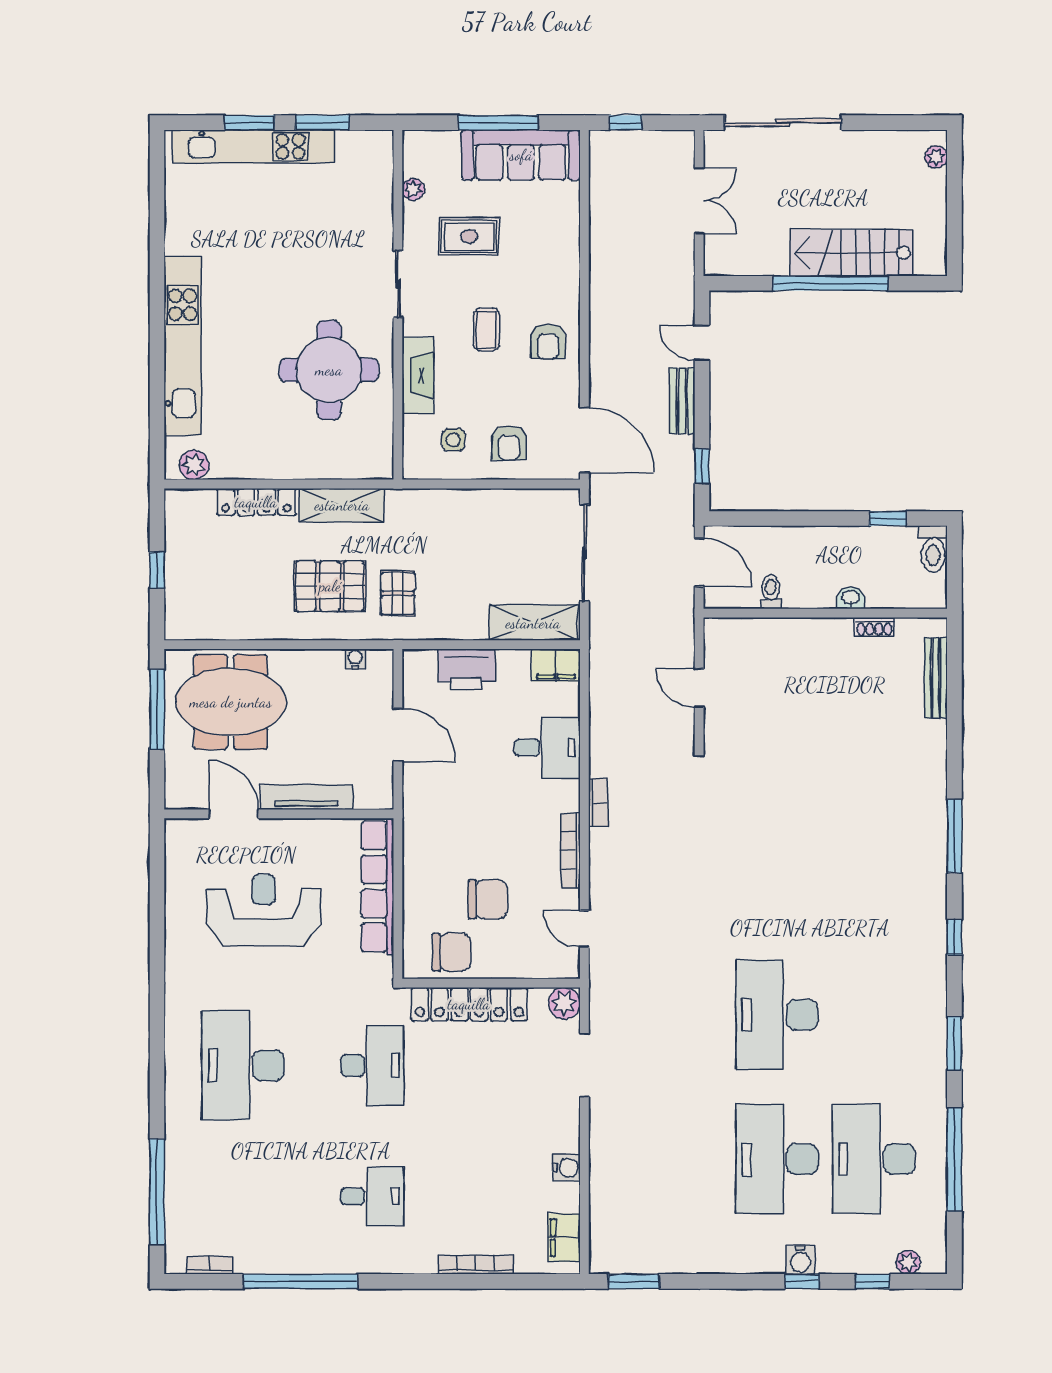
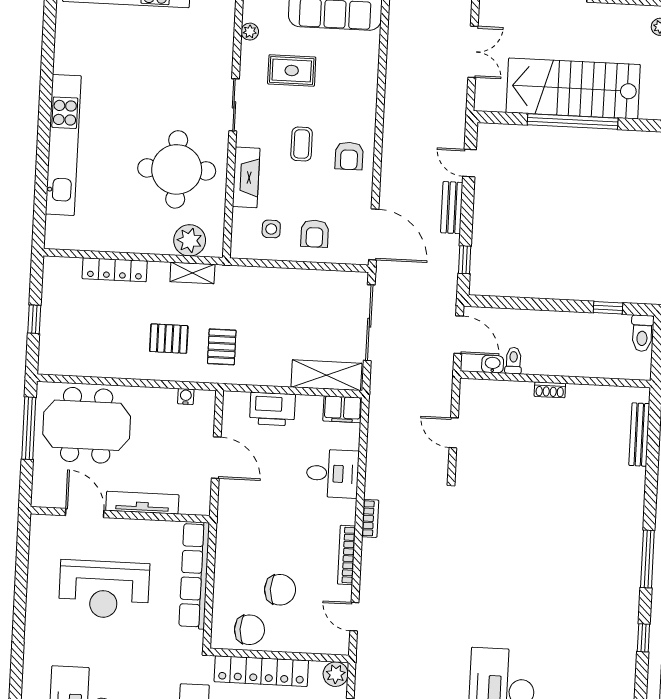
stairs: (852, 253) -> (573, 88), width x1.36, depth x1.51
plant: (194, 465) -> (190, 240), moved, width x1.36, depth x1.36
shelving: (342, 505) -> (192, 273), width x0.67, depth x0.75
pallet: (330, 586) -> (169, 339), width x0.67, depth x0.71
washbasin: (851, 598) -> (493, 364), moved
shoe rack: (874, 627) -> (550, 390), moved
reception desk: (263, 910) -> (104, 589), turned 180

